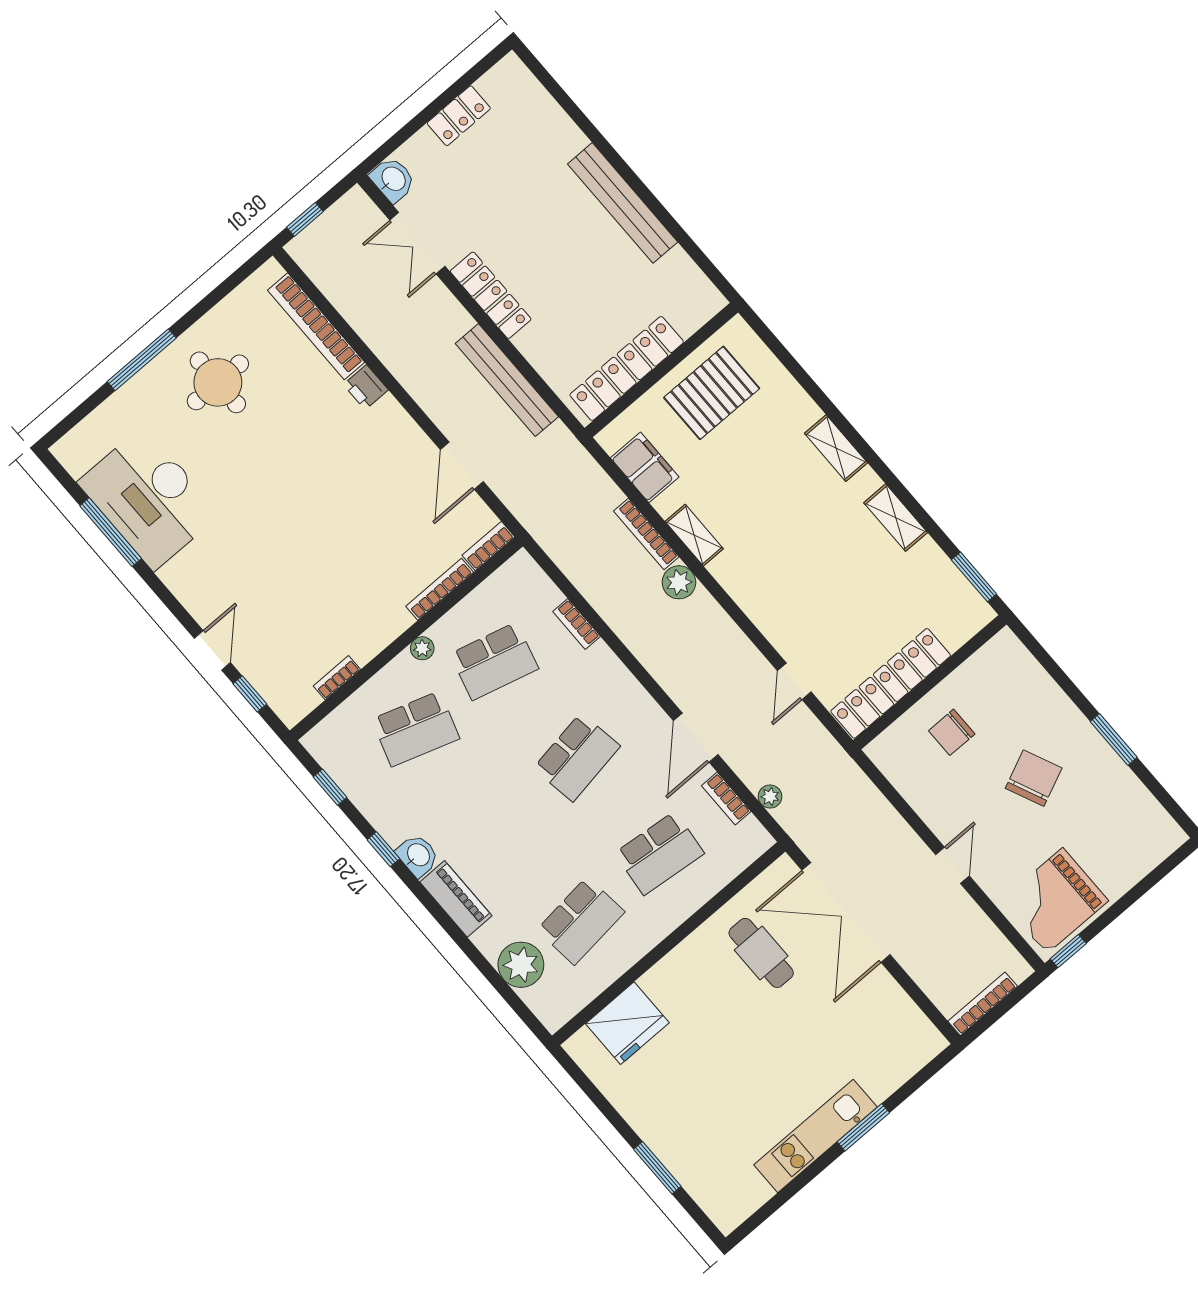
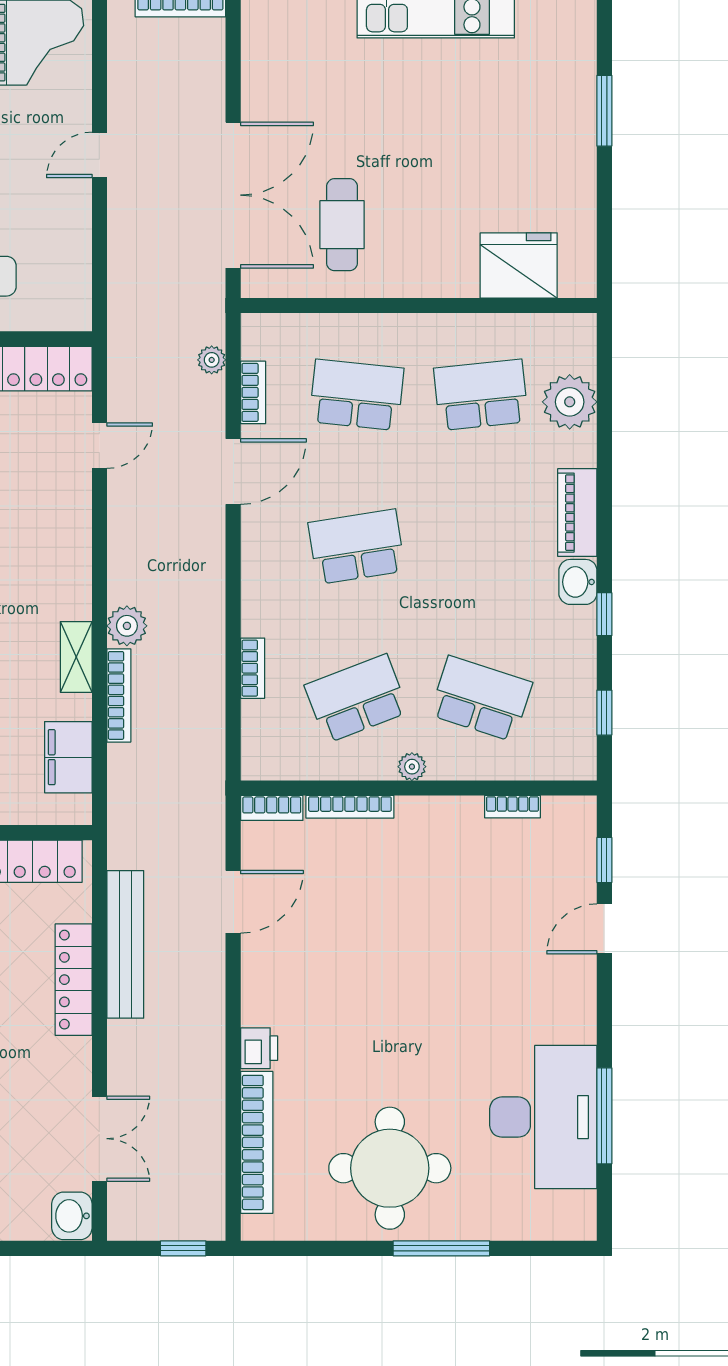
locker: (491, 295) -> (74, 980), moved
round table: (218, 382) -> (390, 1168), width x1.36, depth x1.36
school desk: (494, 661) -> (357, 699), turned -36

